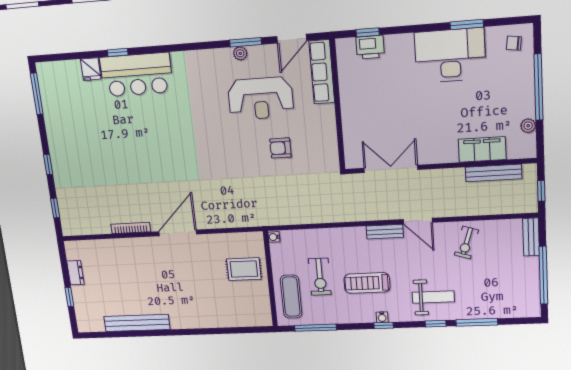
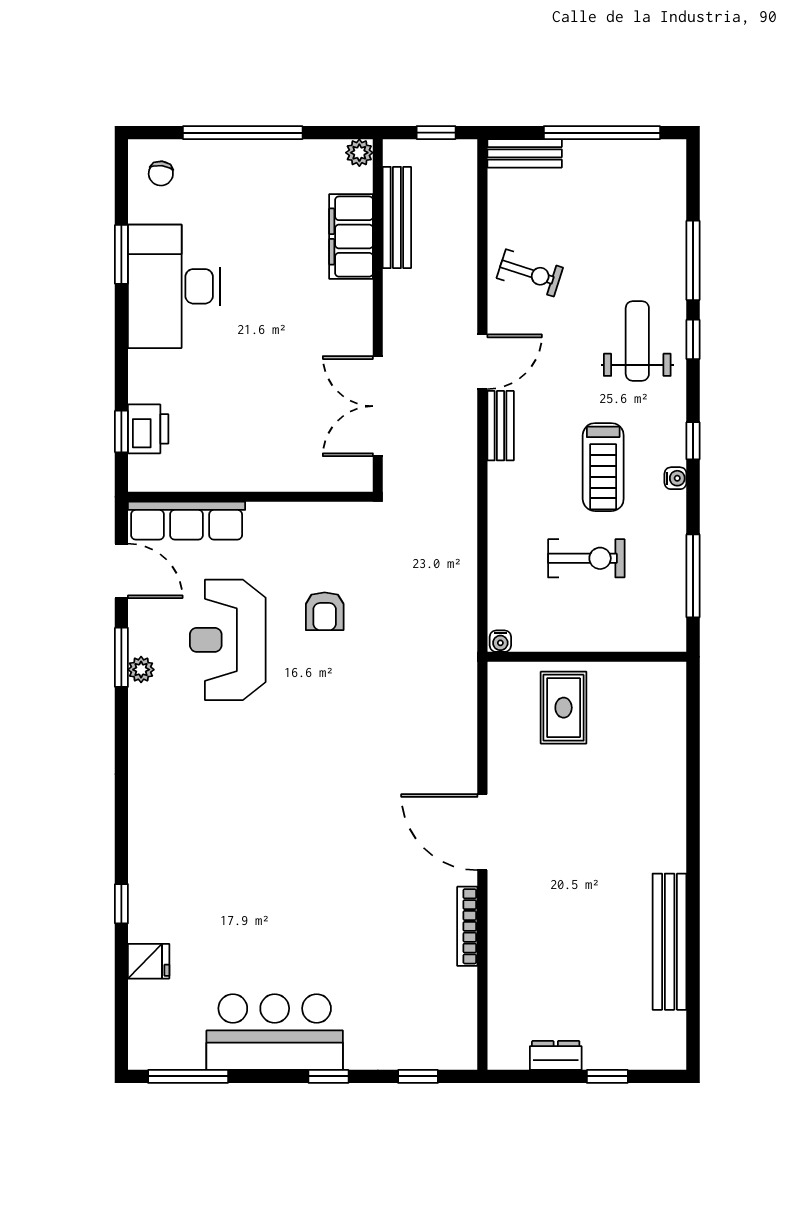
bar counter: (137, 75) -> (275, 1032), moved, turned -90
reception desk: (261, 98) -> (228, 640), turned 180
plant: (528, 126) -> (359, 153), moved
exercise mat: (291, 297) -> (625, 619), removed
water cooler: (382, 317) -> (675, 478), moved

